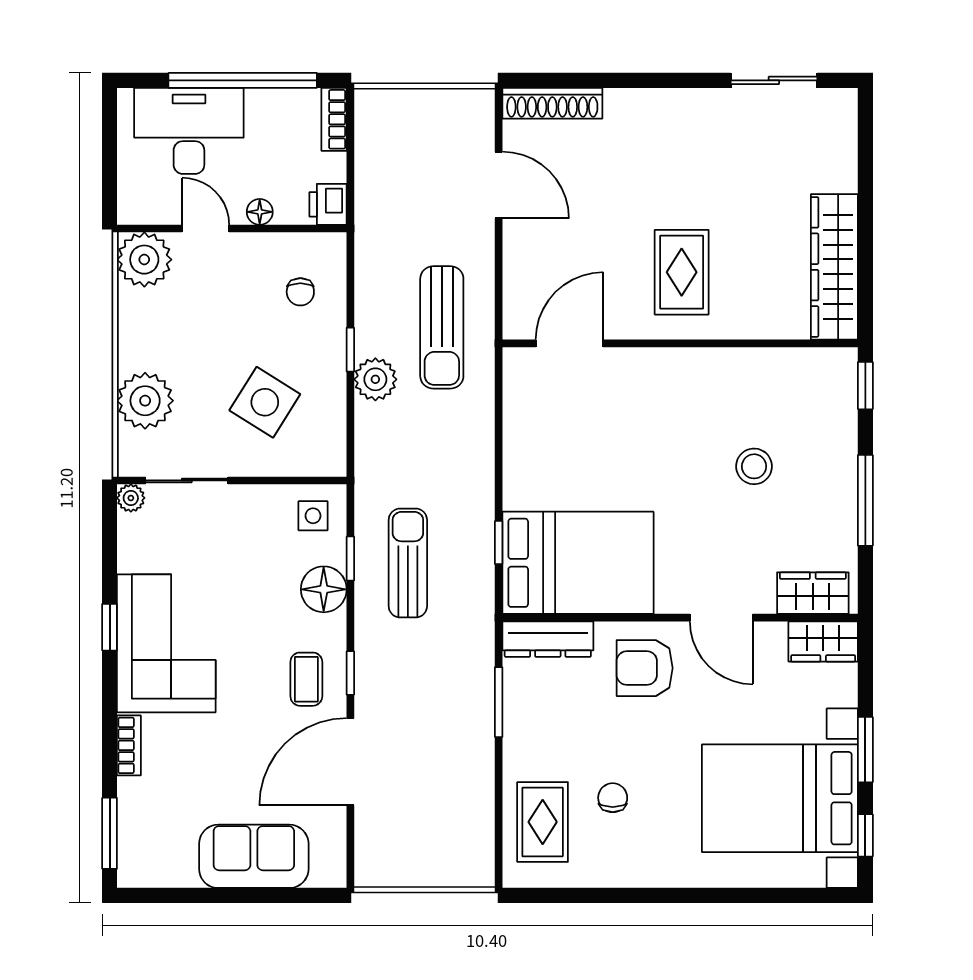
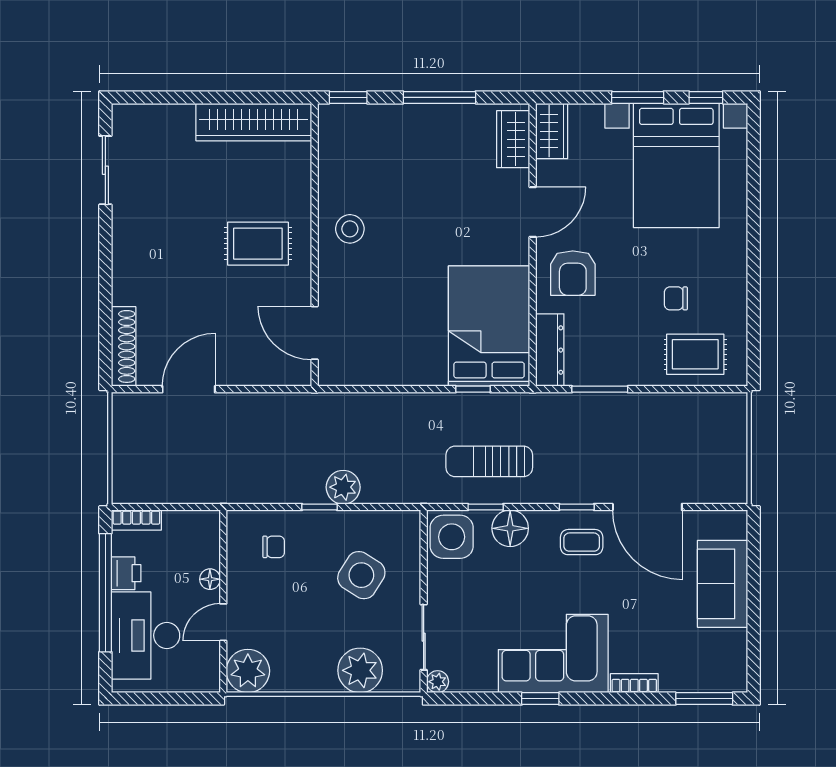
printer: (328, 204) -> (126, 573), moved, turned -90
sun lounger: (442, 327) -> (302, 434), removed
stool: (754, 466) -> (350, 229), moved
side table: (313, 516) -> (452, 537), width x1.87, depth x1.87

